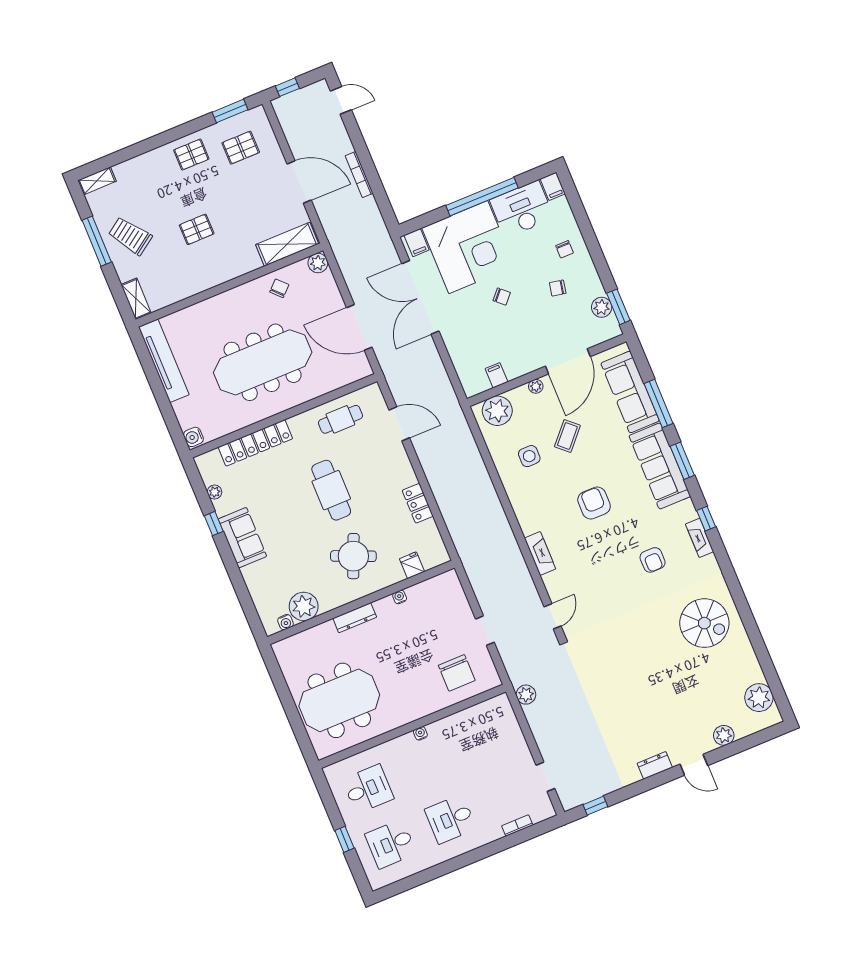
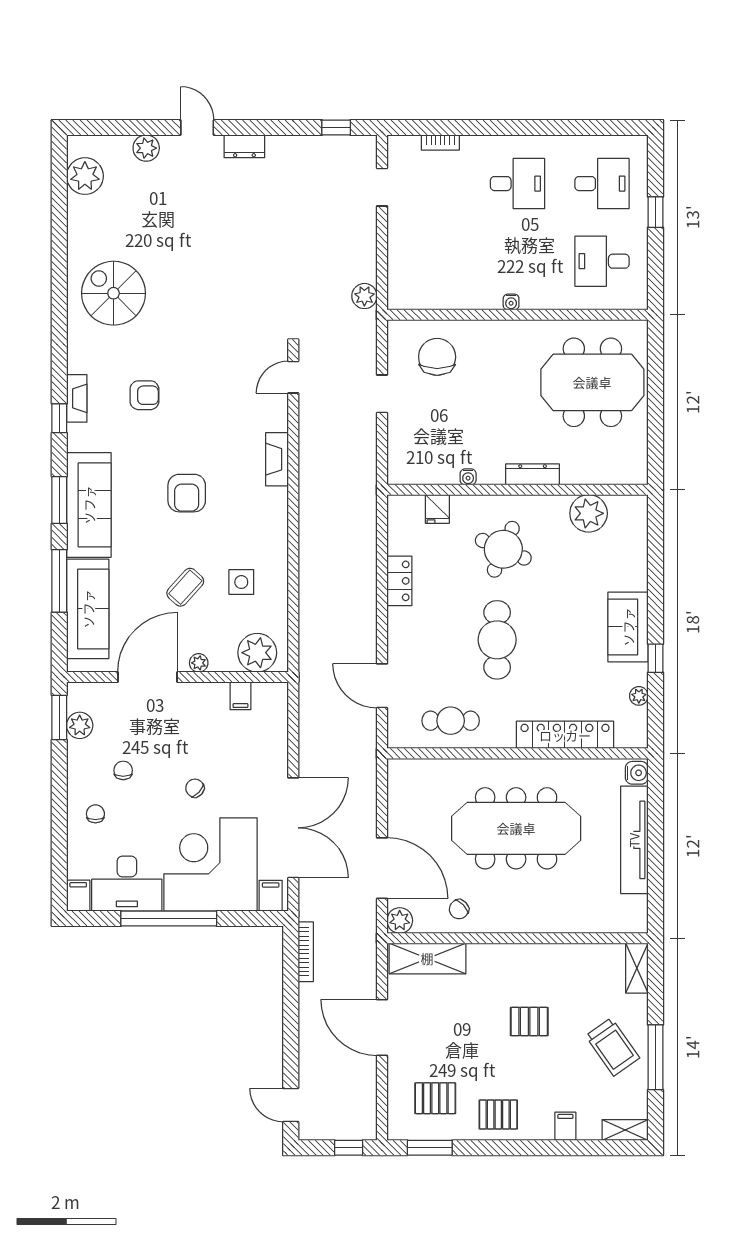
filing cabinet: (140, 166) -> (565, 1126), added
bookcase: (359, 175) -> (306, 952), moved
chair: (558, 288) -> (123, 770), turned -101
door: (359, 327) -> (382, 868), moved
tv unit: (164, 361) -> (634, 840), moved
armchair: (653, 560) -> (144, 395), turned 90
water cooler: (285, 622) -> (618, 504), removed

